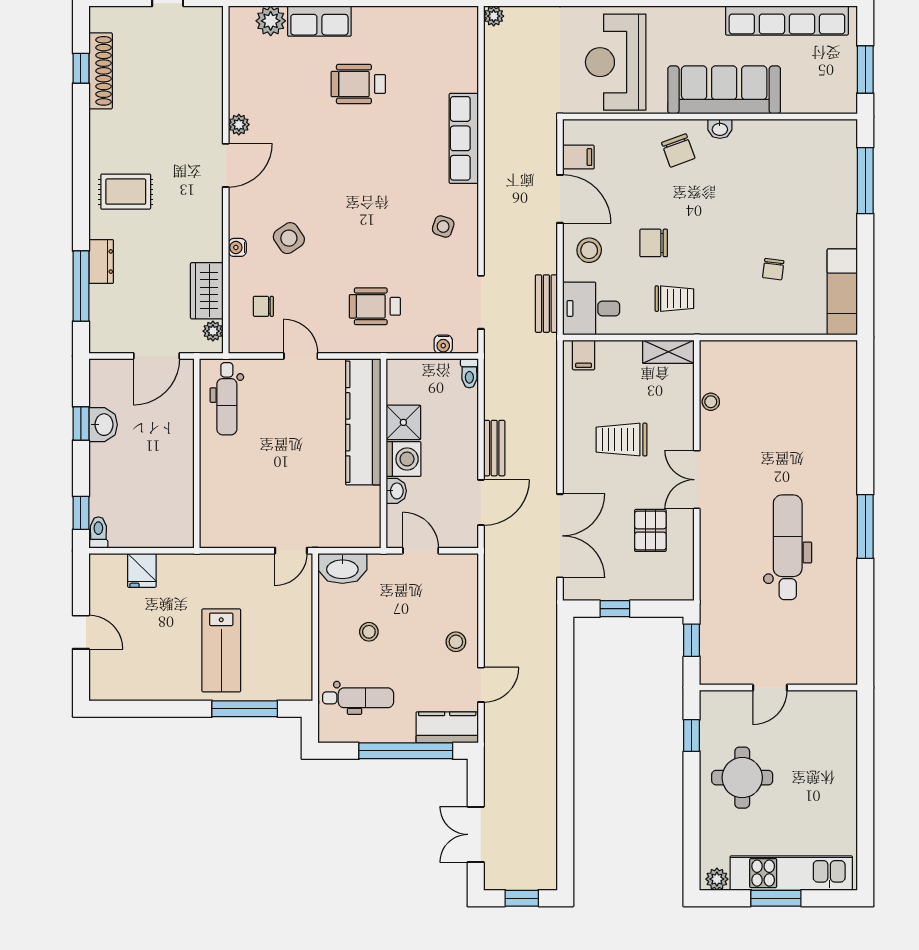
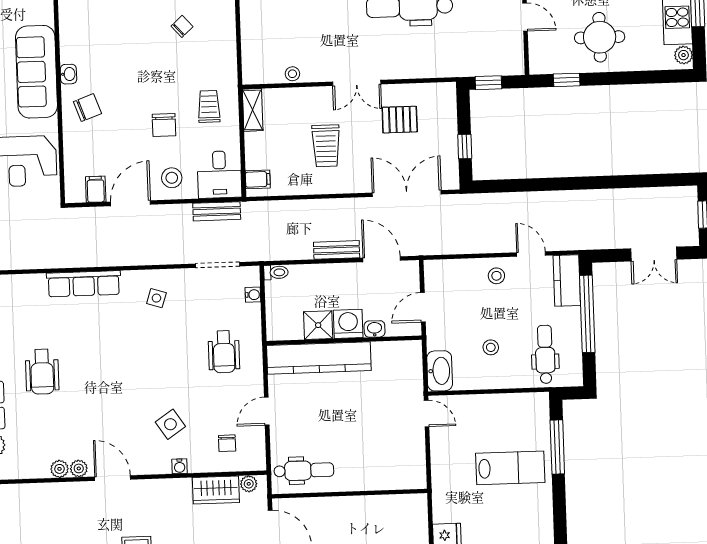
plant: (239, 101) -> (59, 469), added
chair: (773, 269) -> (182, 26), turned -49

